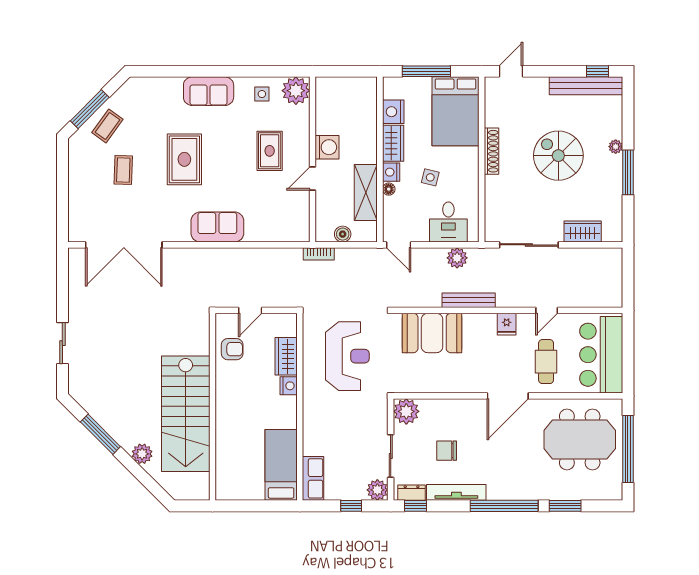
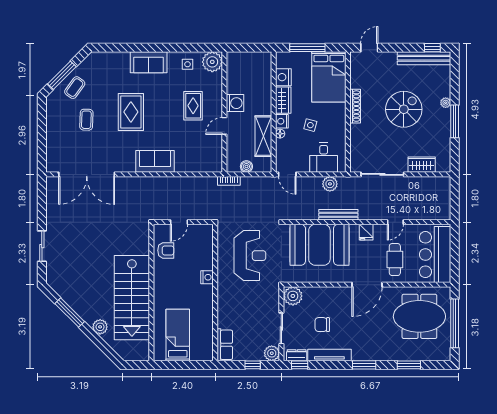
spiral stairs: (558, 156) -> (404, 109), turned 90
booth: (432, 333) -> (319, 245), width x1.36, depth x1.42
wardrobe: (286, 356) -> (205, 256), removed
bed: (281, 465) -> (178, 335), moved
window: (504, 506) -> (364, 365), width x0.47

